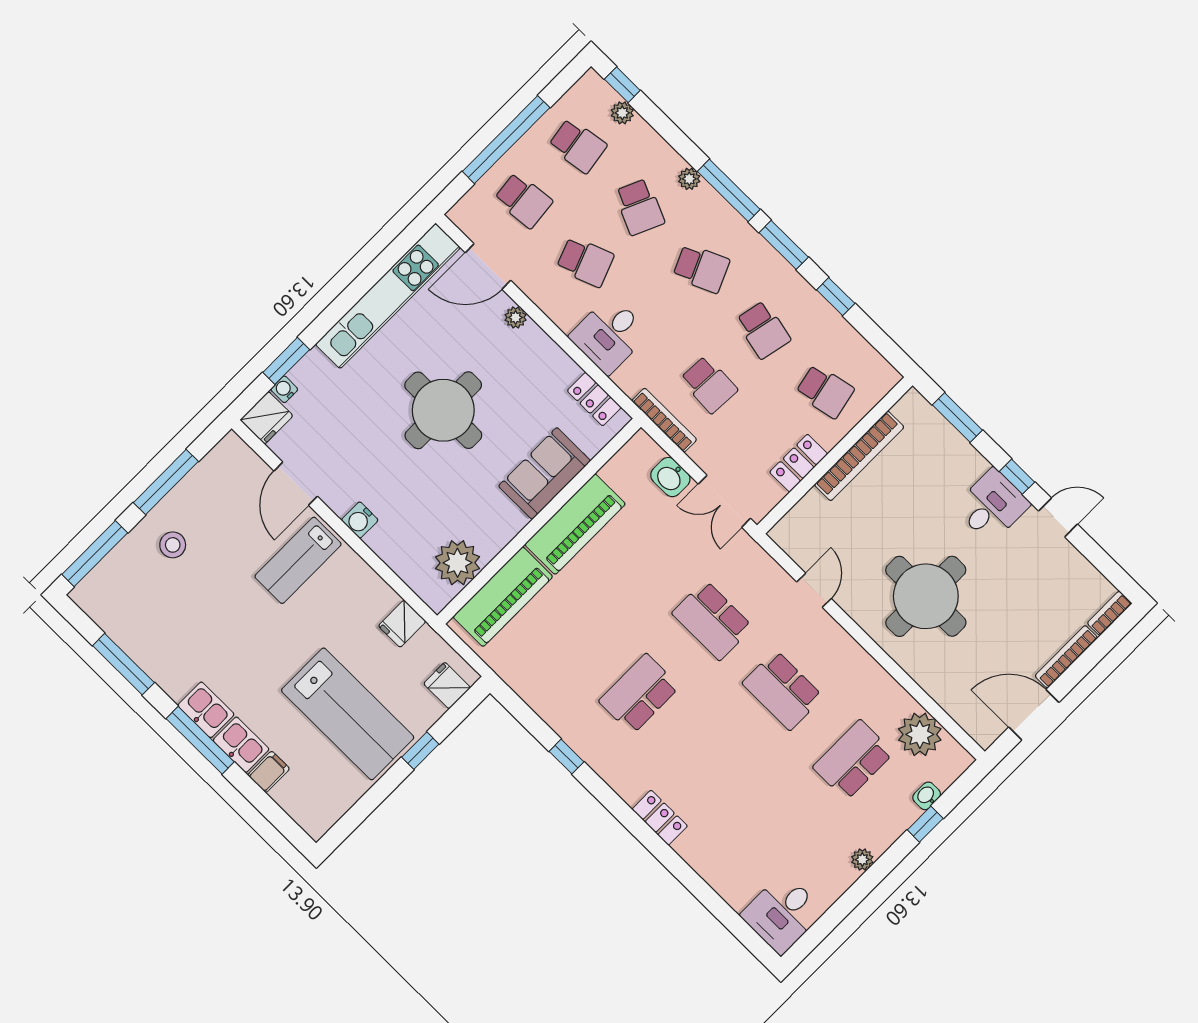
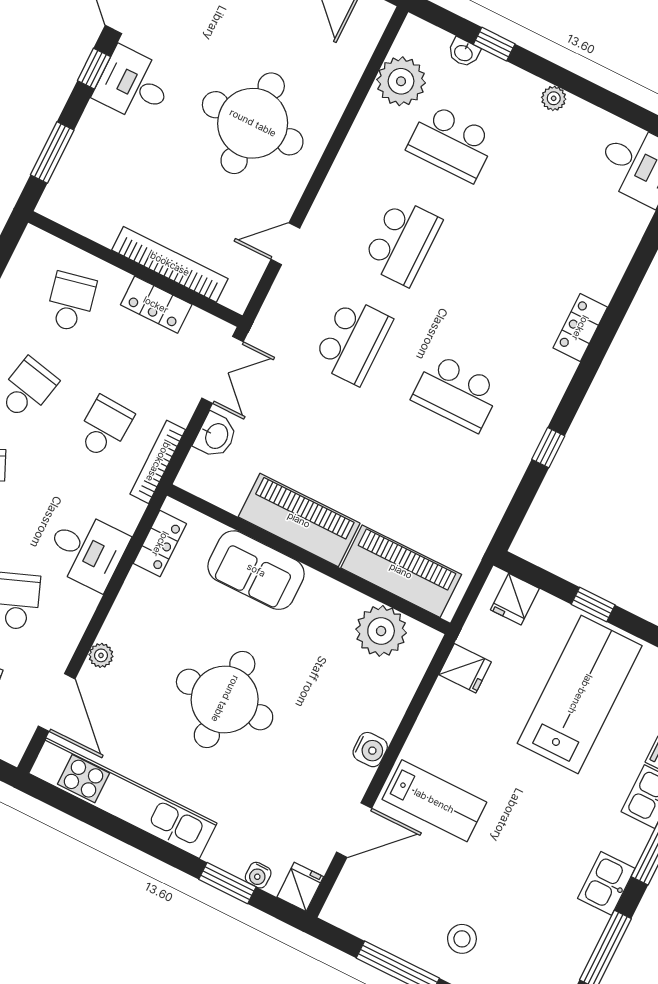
fridge: (266, 418) -> (300, 887), width x0.72
bookcase: (859, 456) -> (170, 264), moved
kitchen sink: (206, 710) -> (606, 883), moved

